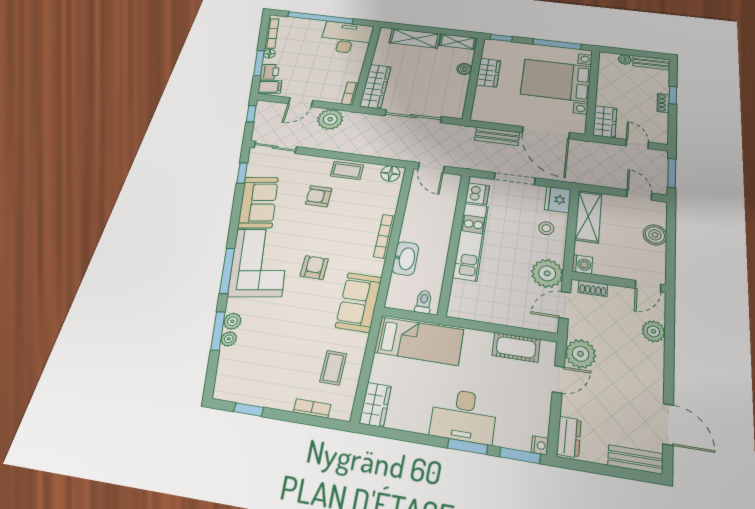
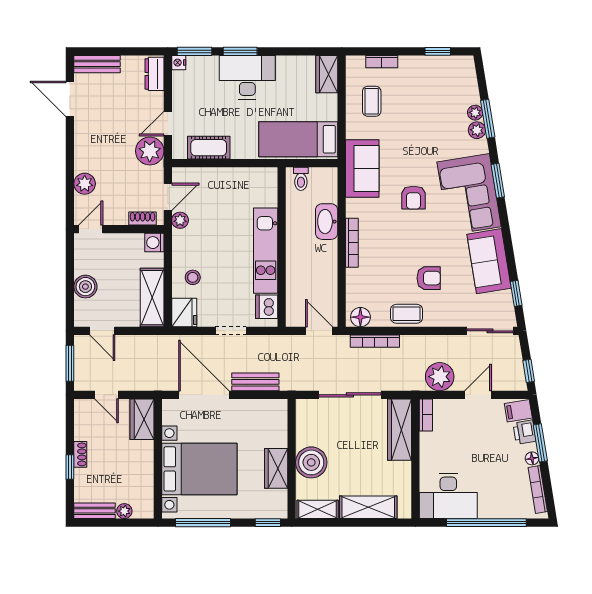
boiler: (464, 69) -> (311, 462), width x1.86, depth x1.86
bookcase: (381, 153) -> (375, 341), added
doorway: (515, 179) -> (231, 331), width x0.73
window: (227, 271) -> (498, 181), width x0.69
plant: (547, 273) -> (180, 220), width x0.53, depth x0.53

